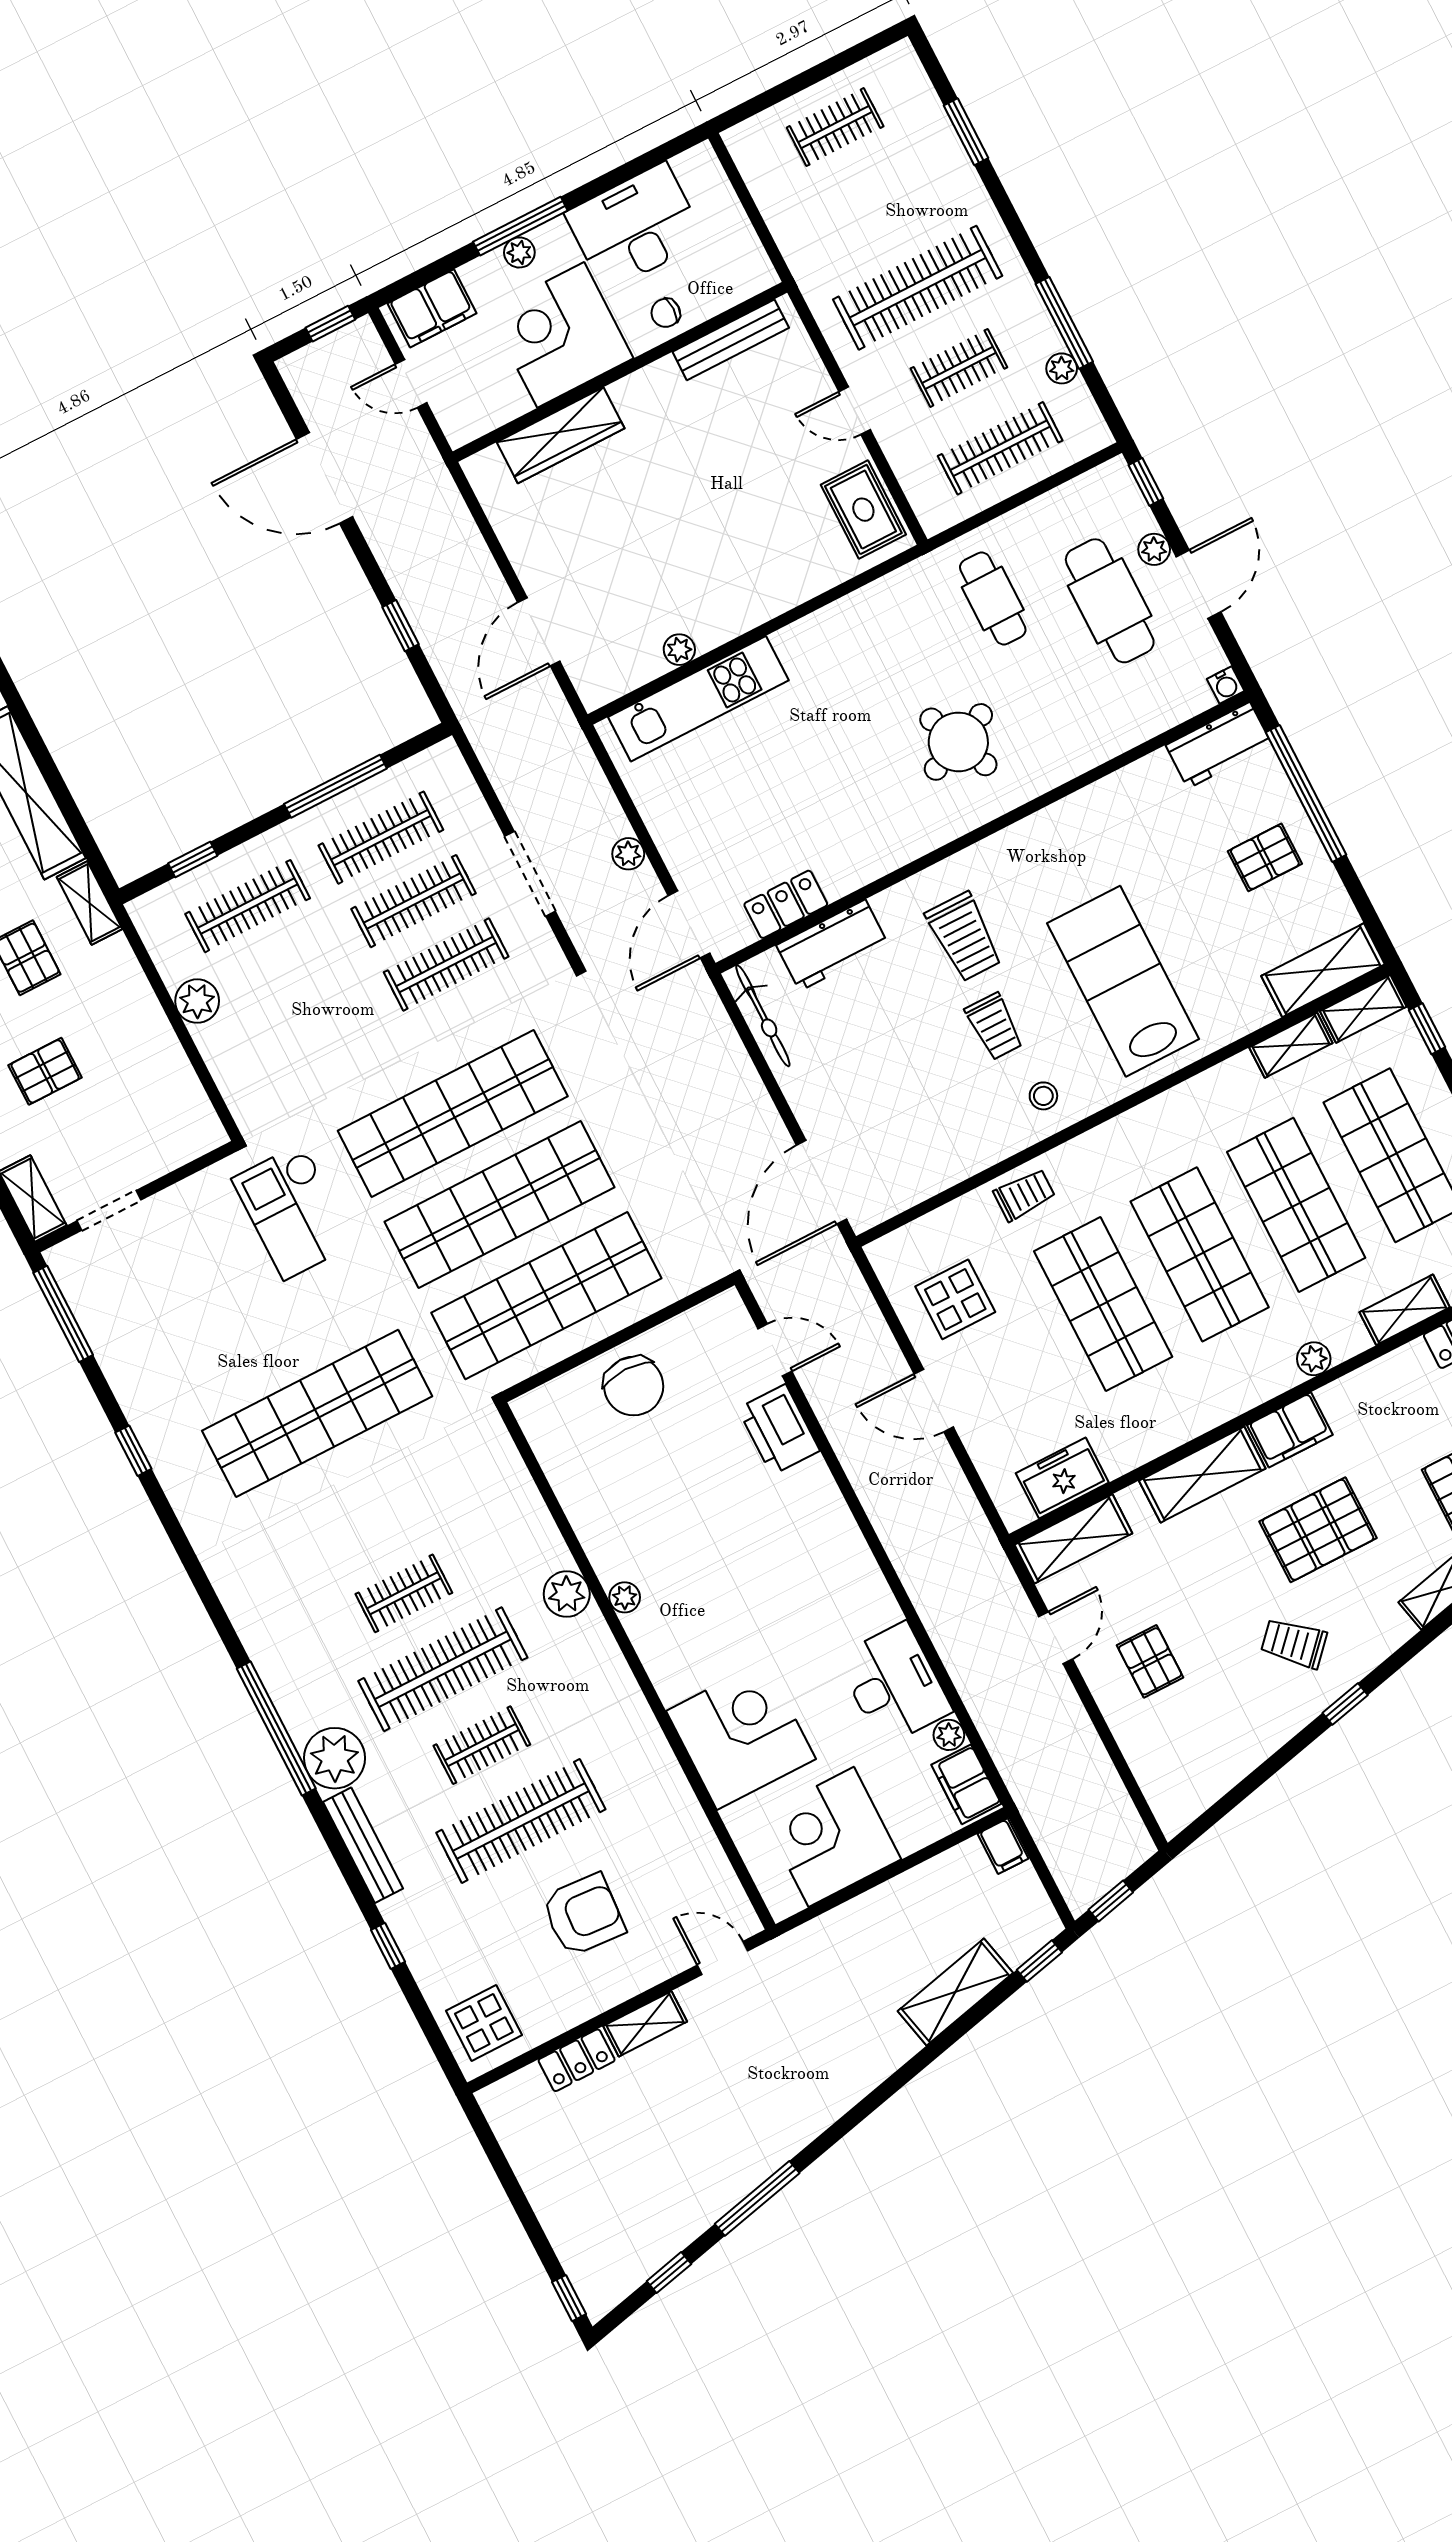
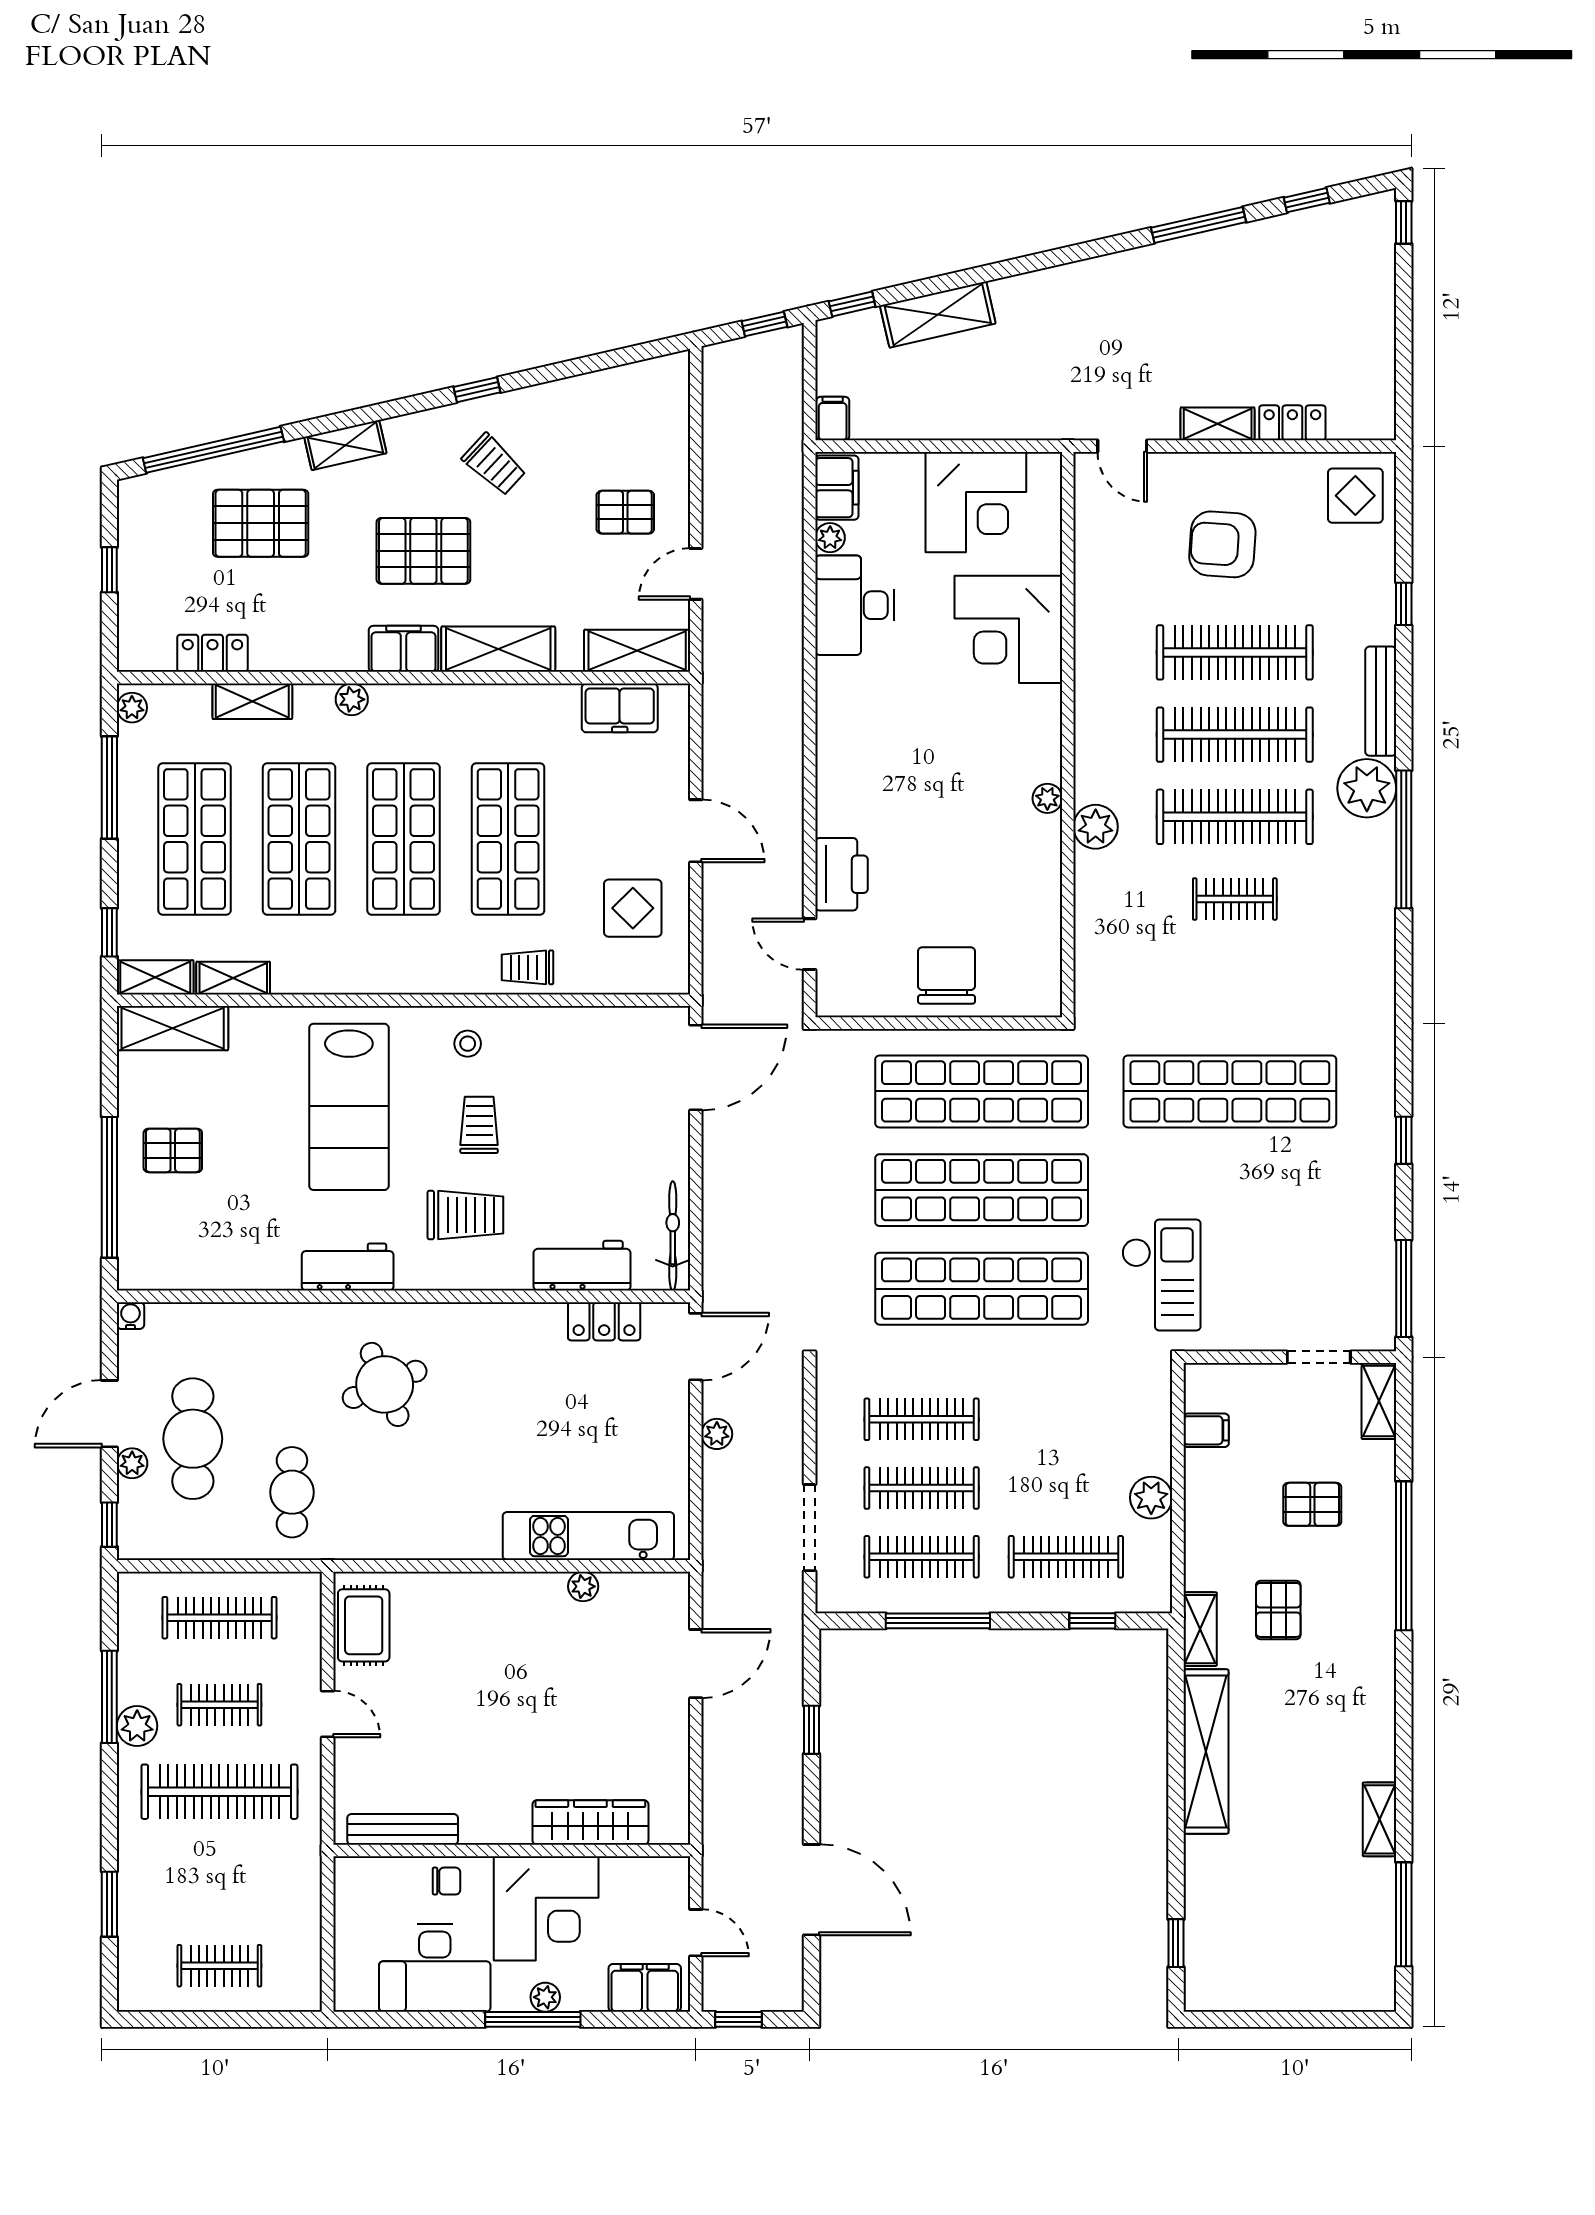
plant: (1062, 368) -> (137, 1726), moved, width x1.38, depth x1.38
workbench: (1219, 745) -> (348, 1267), moved
doorway: (530, 874) -> (810, 1528), moved
trolley: (964, 937) -> (465, 1215), turned 90
filing cabinet: (178, 1089) -> (1206, 1430), added
pallet: (1150, 1661) -> (625, 512), turned 90
clothes rail: (482, 1745) -> (1235, 735), width x1.86, depth x1.31

